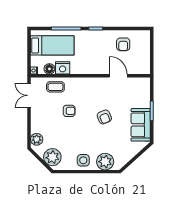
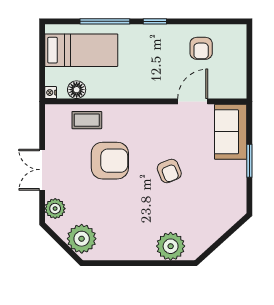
nightstand: (63, 68) -> (99, 88), removed
door: (118, 76) -> (193, 101), hinge flipped
double door: (29, 95) -> (42, 170), moved
armchair: (69, 111) -> (110, 161), width x1.88, depth x1.88
sofa: (141, 125) -> (231, 132), moved
side table: (83, 160) -> (134, 244), removed

